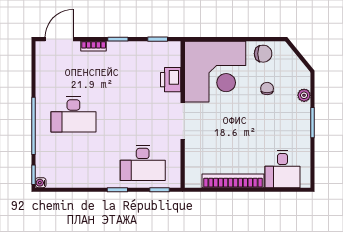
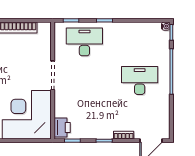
printer: (171, 80) -> (62, 128), moved

